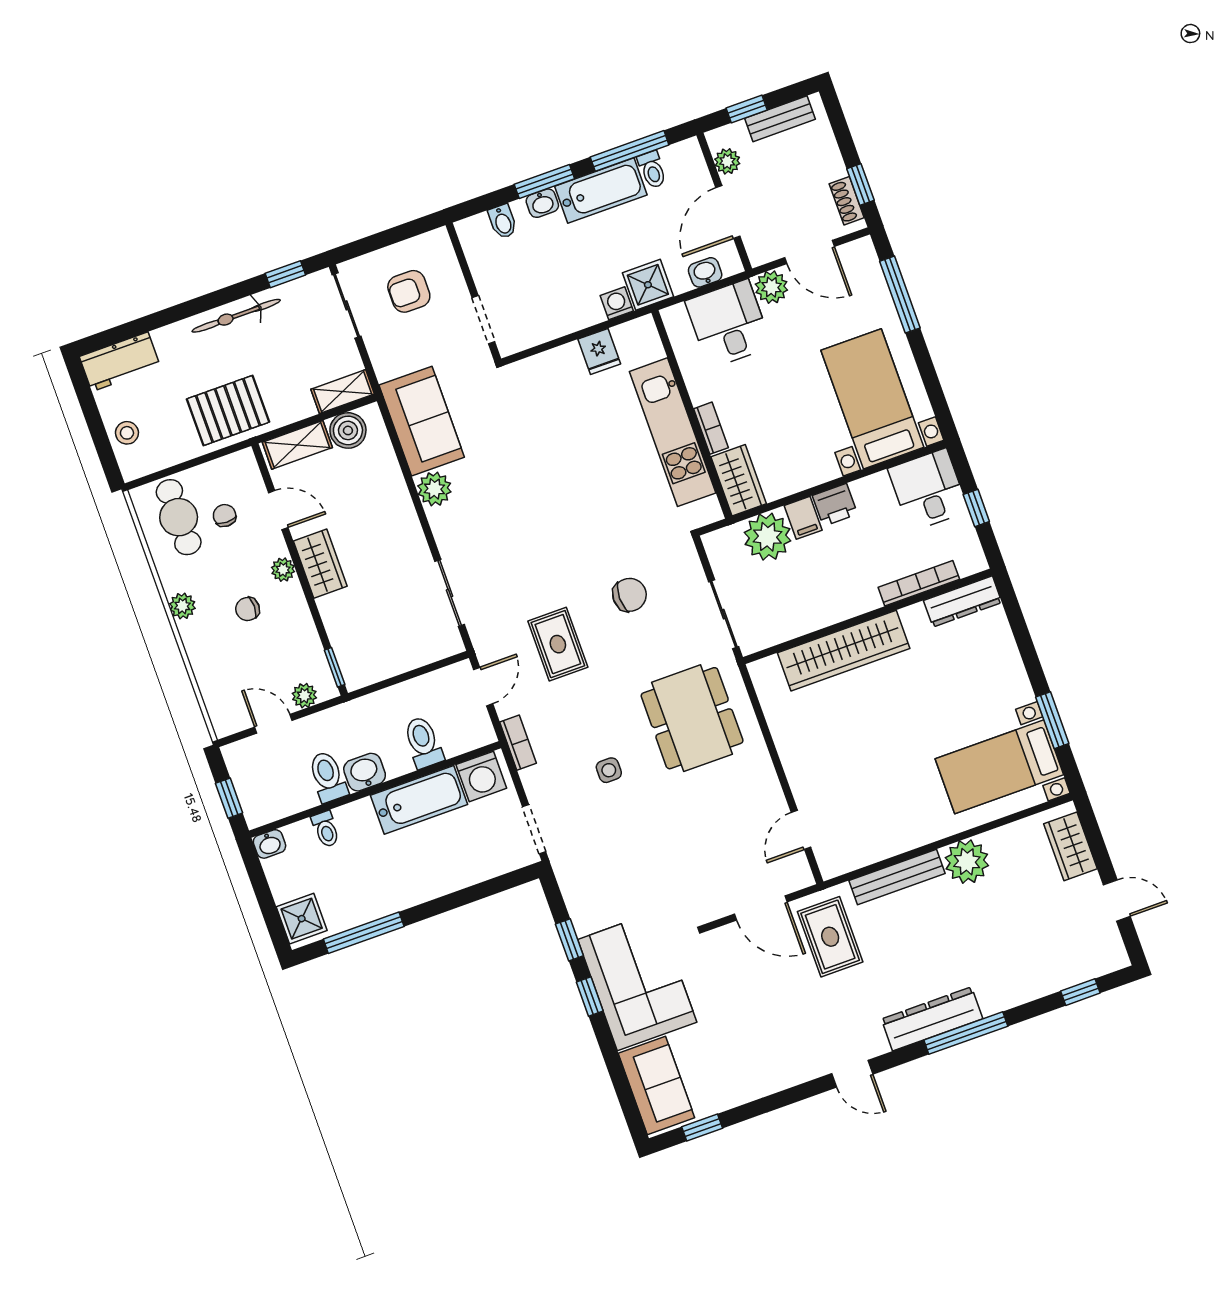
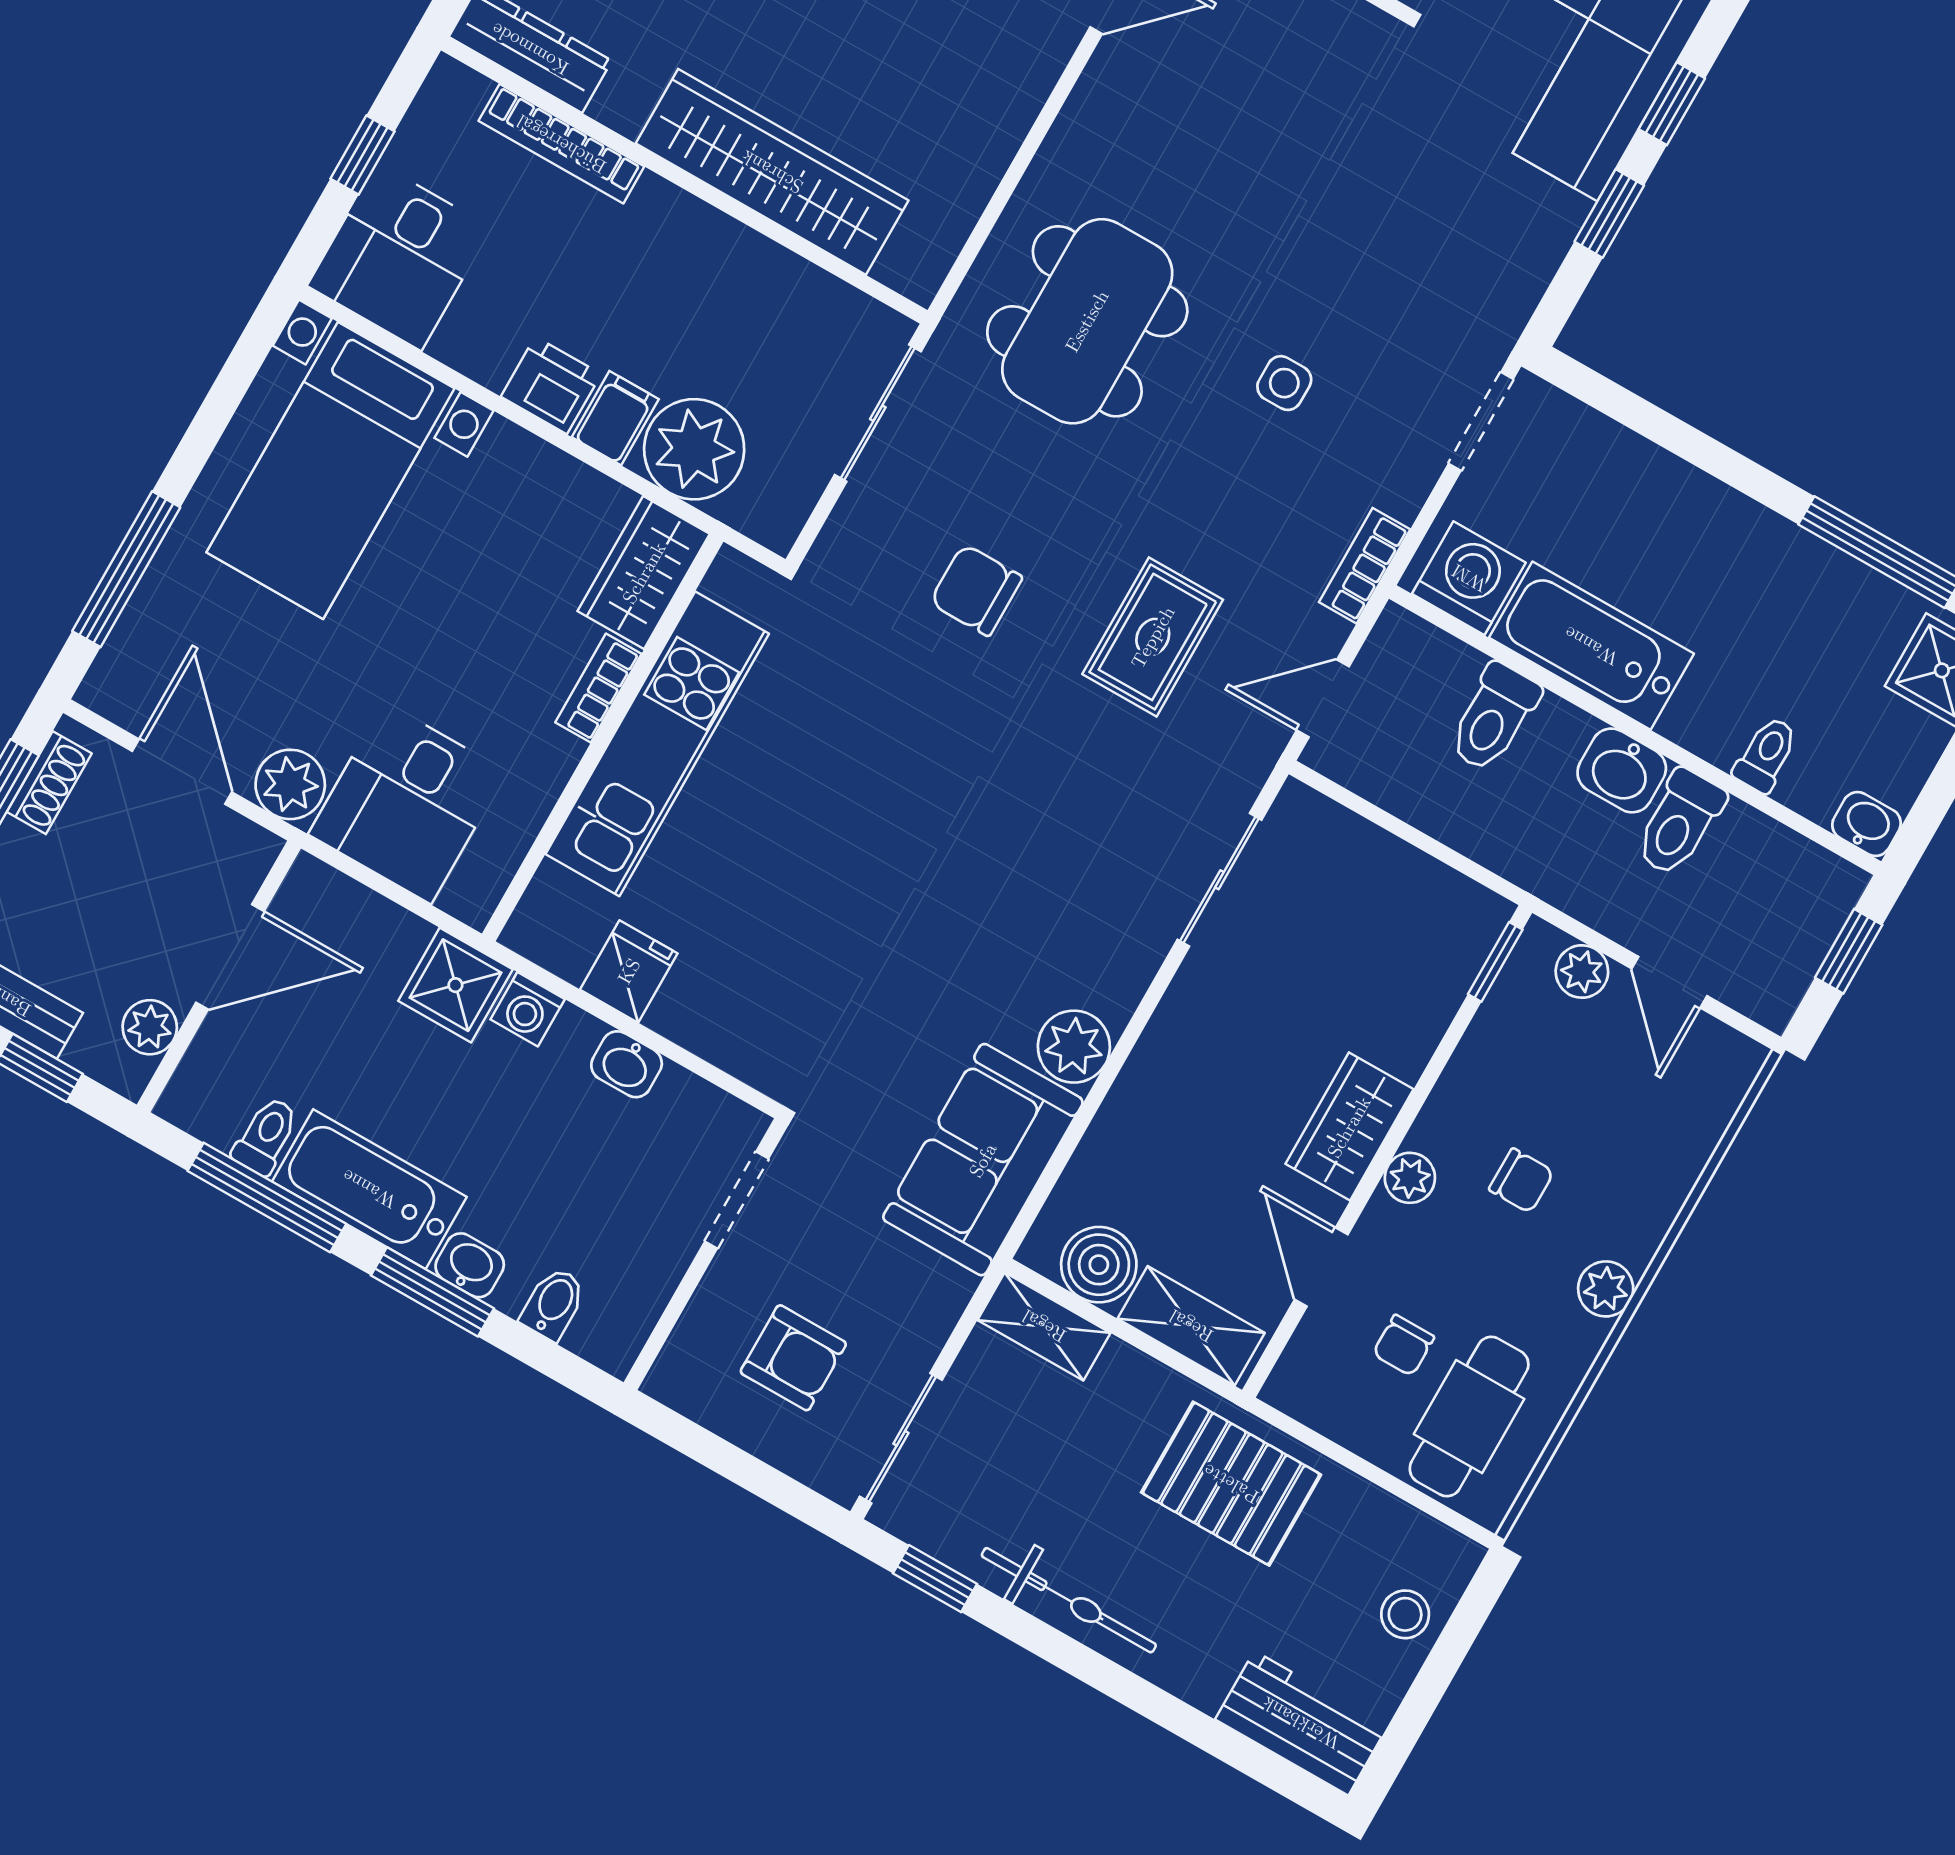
washbasin: (705, 272) -> (627, 1064), moved

